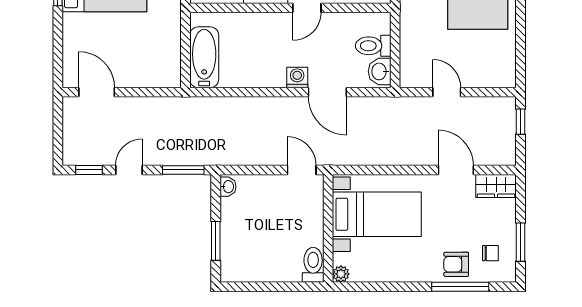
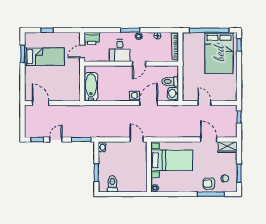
door: (327, 92) -> (149, 103), swing flipped
toilet: (313, 265) -> (112, 184), moved

